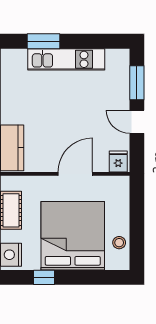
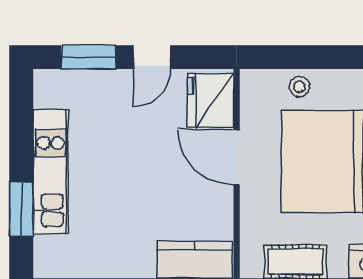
fridge: (118, 161) -> (211, 100), width x1.88, depth x1.34
stool: (119, 243) -> (299, 87), moved

